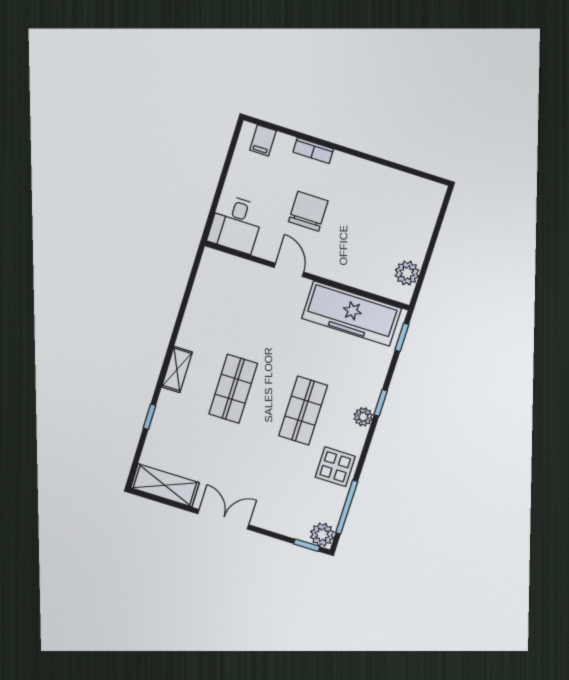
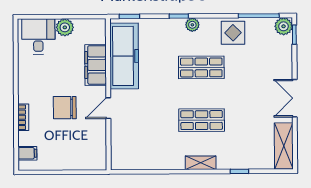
desk: (236, 224) -> (38, 37), moved, turned -90
filing cabinet: (352, 271) -> (96, 65), added
plant: (407, 273) -> (65, 27), moved

